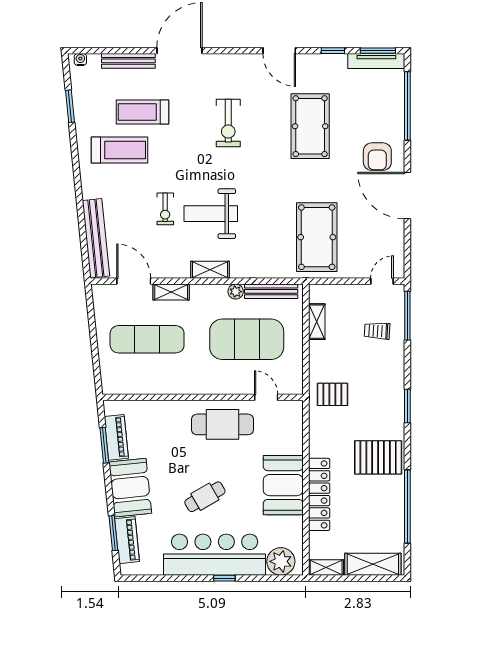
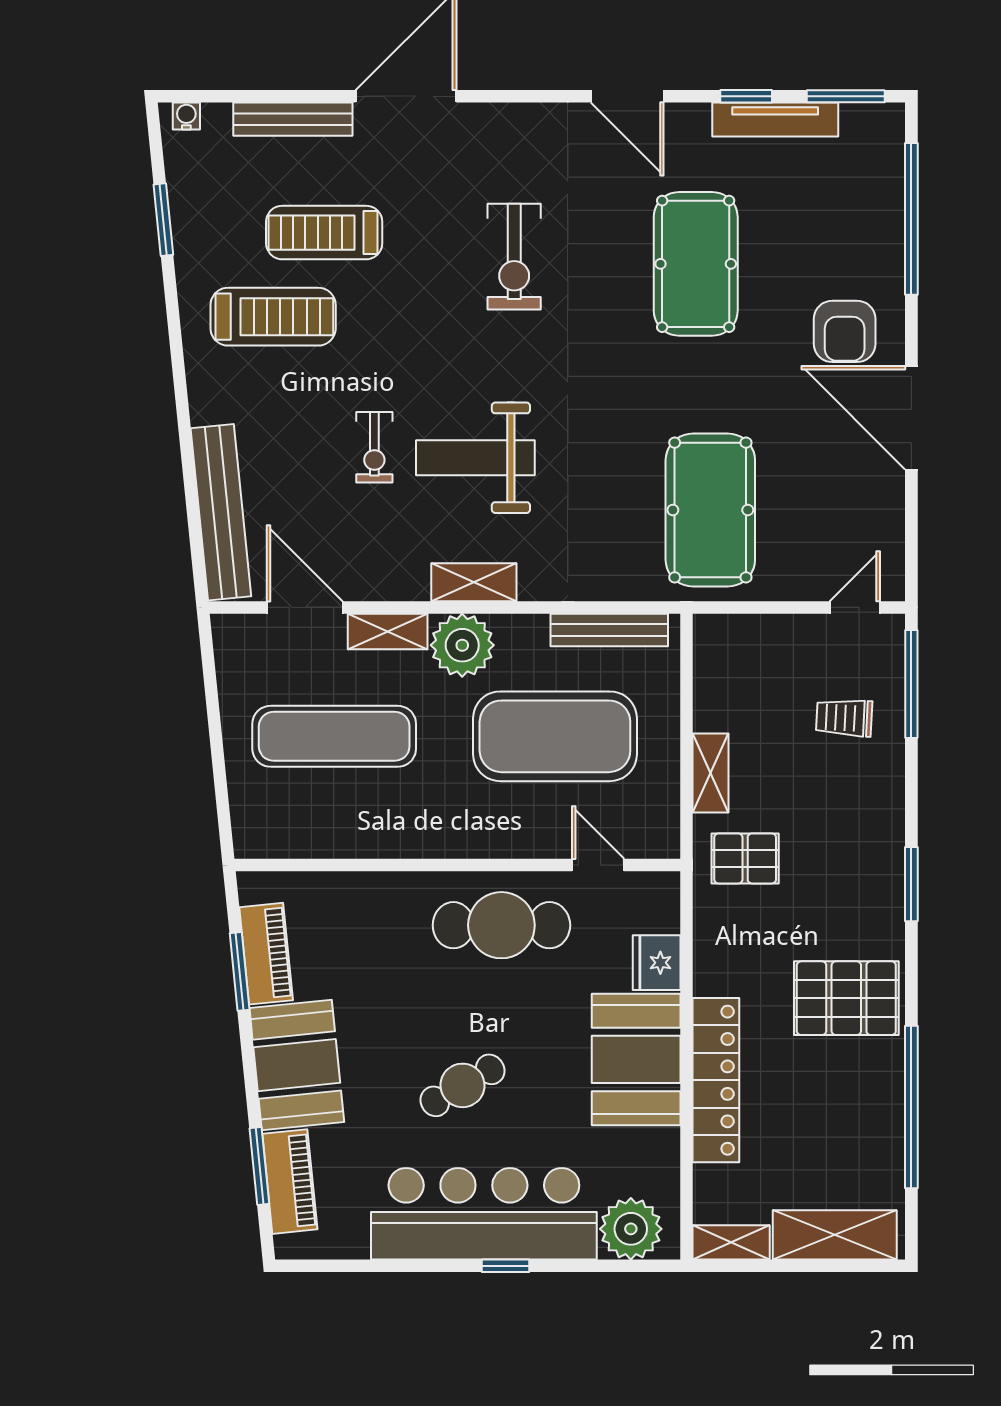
tv unit: (376, 61) -> (775, 119), moved
plant: (236, 292) -> (462, 645), moved, width x1.87, depth x1.87
shelving: (317, 322) -> (710, 773), moved
fridge: (292, 441) -> (657, 963), added

